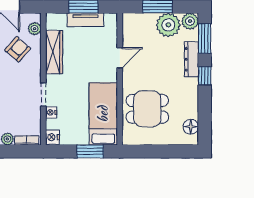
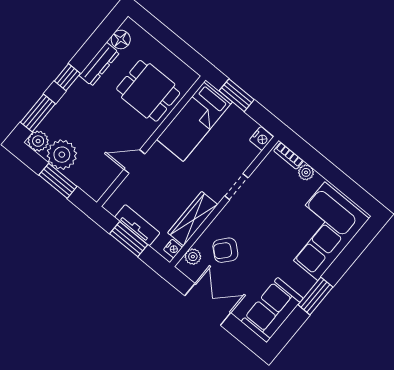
dresser: (191, 59) -> (99, 64), moved
nightstand: (51, 112) -> (173, 249), moved

